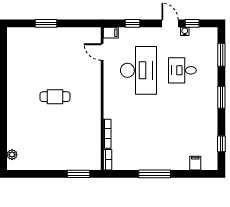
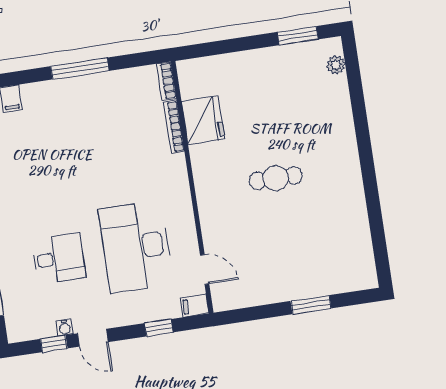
fridge: (90, 135) -> (203, 120), added
window: (78, 174) -> (298, 36), moved

